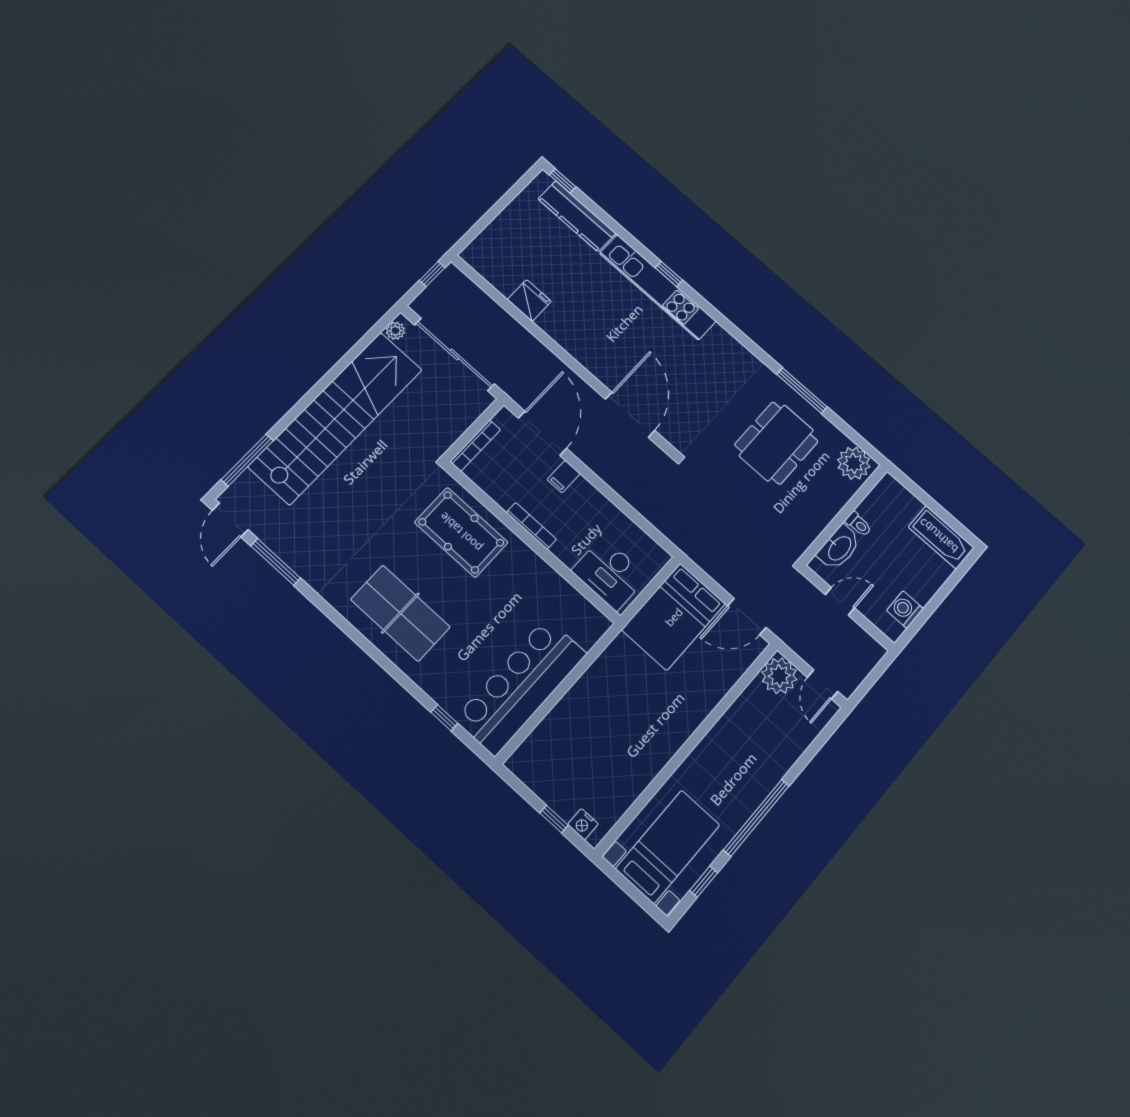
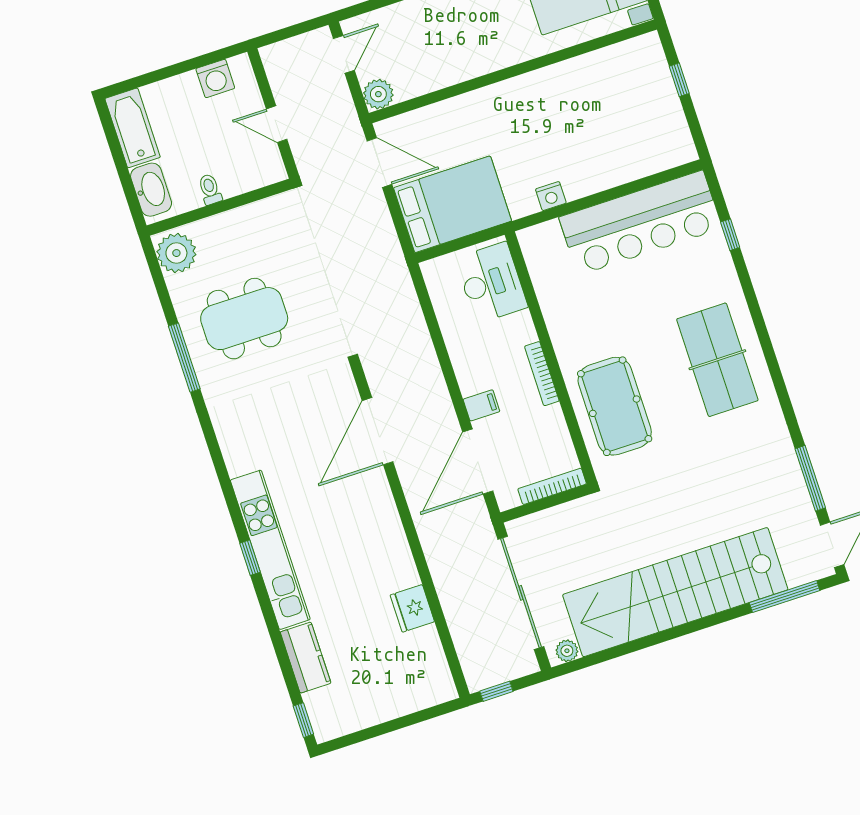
kitchen counter: (577, 216) -> (306, 658), width x0.67
washbasin: (839, 548) -> (151, 190), moved, turned 90
plant: (779, 676) -> (378, 94), width x0.73, depth x0.73
nightstand: (583, 824) -> (551, 196), moved, turned 90

